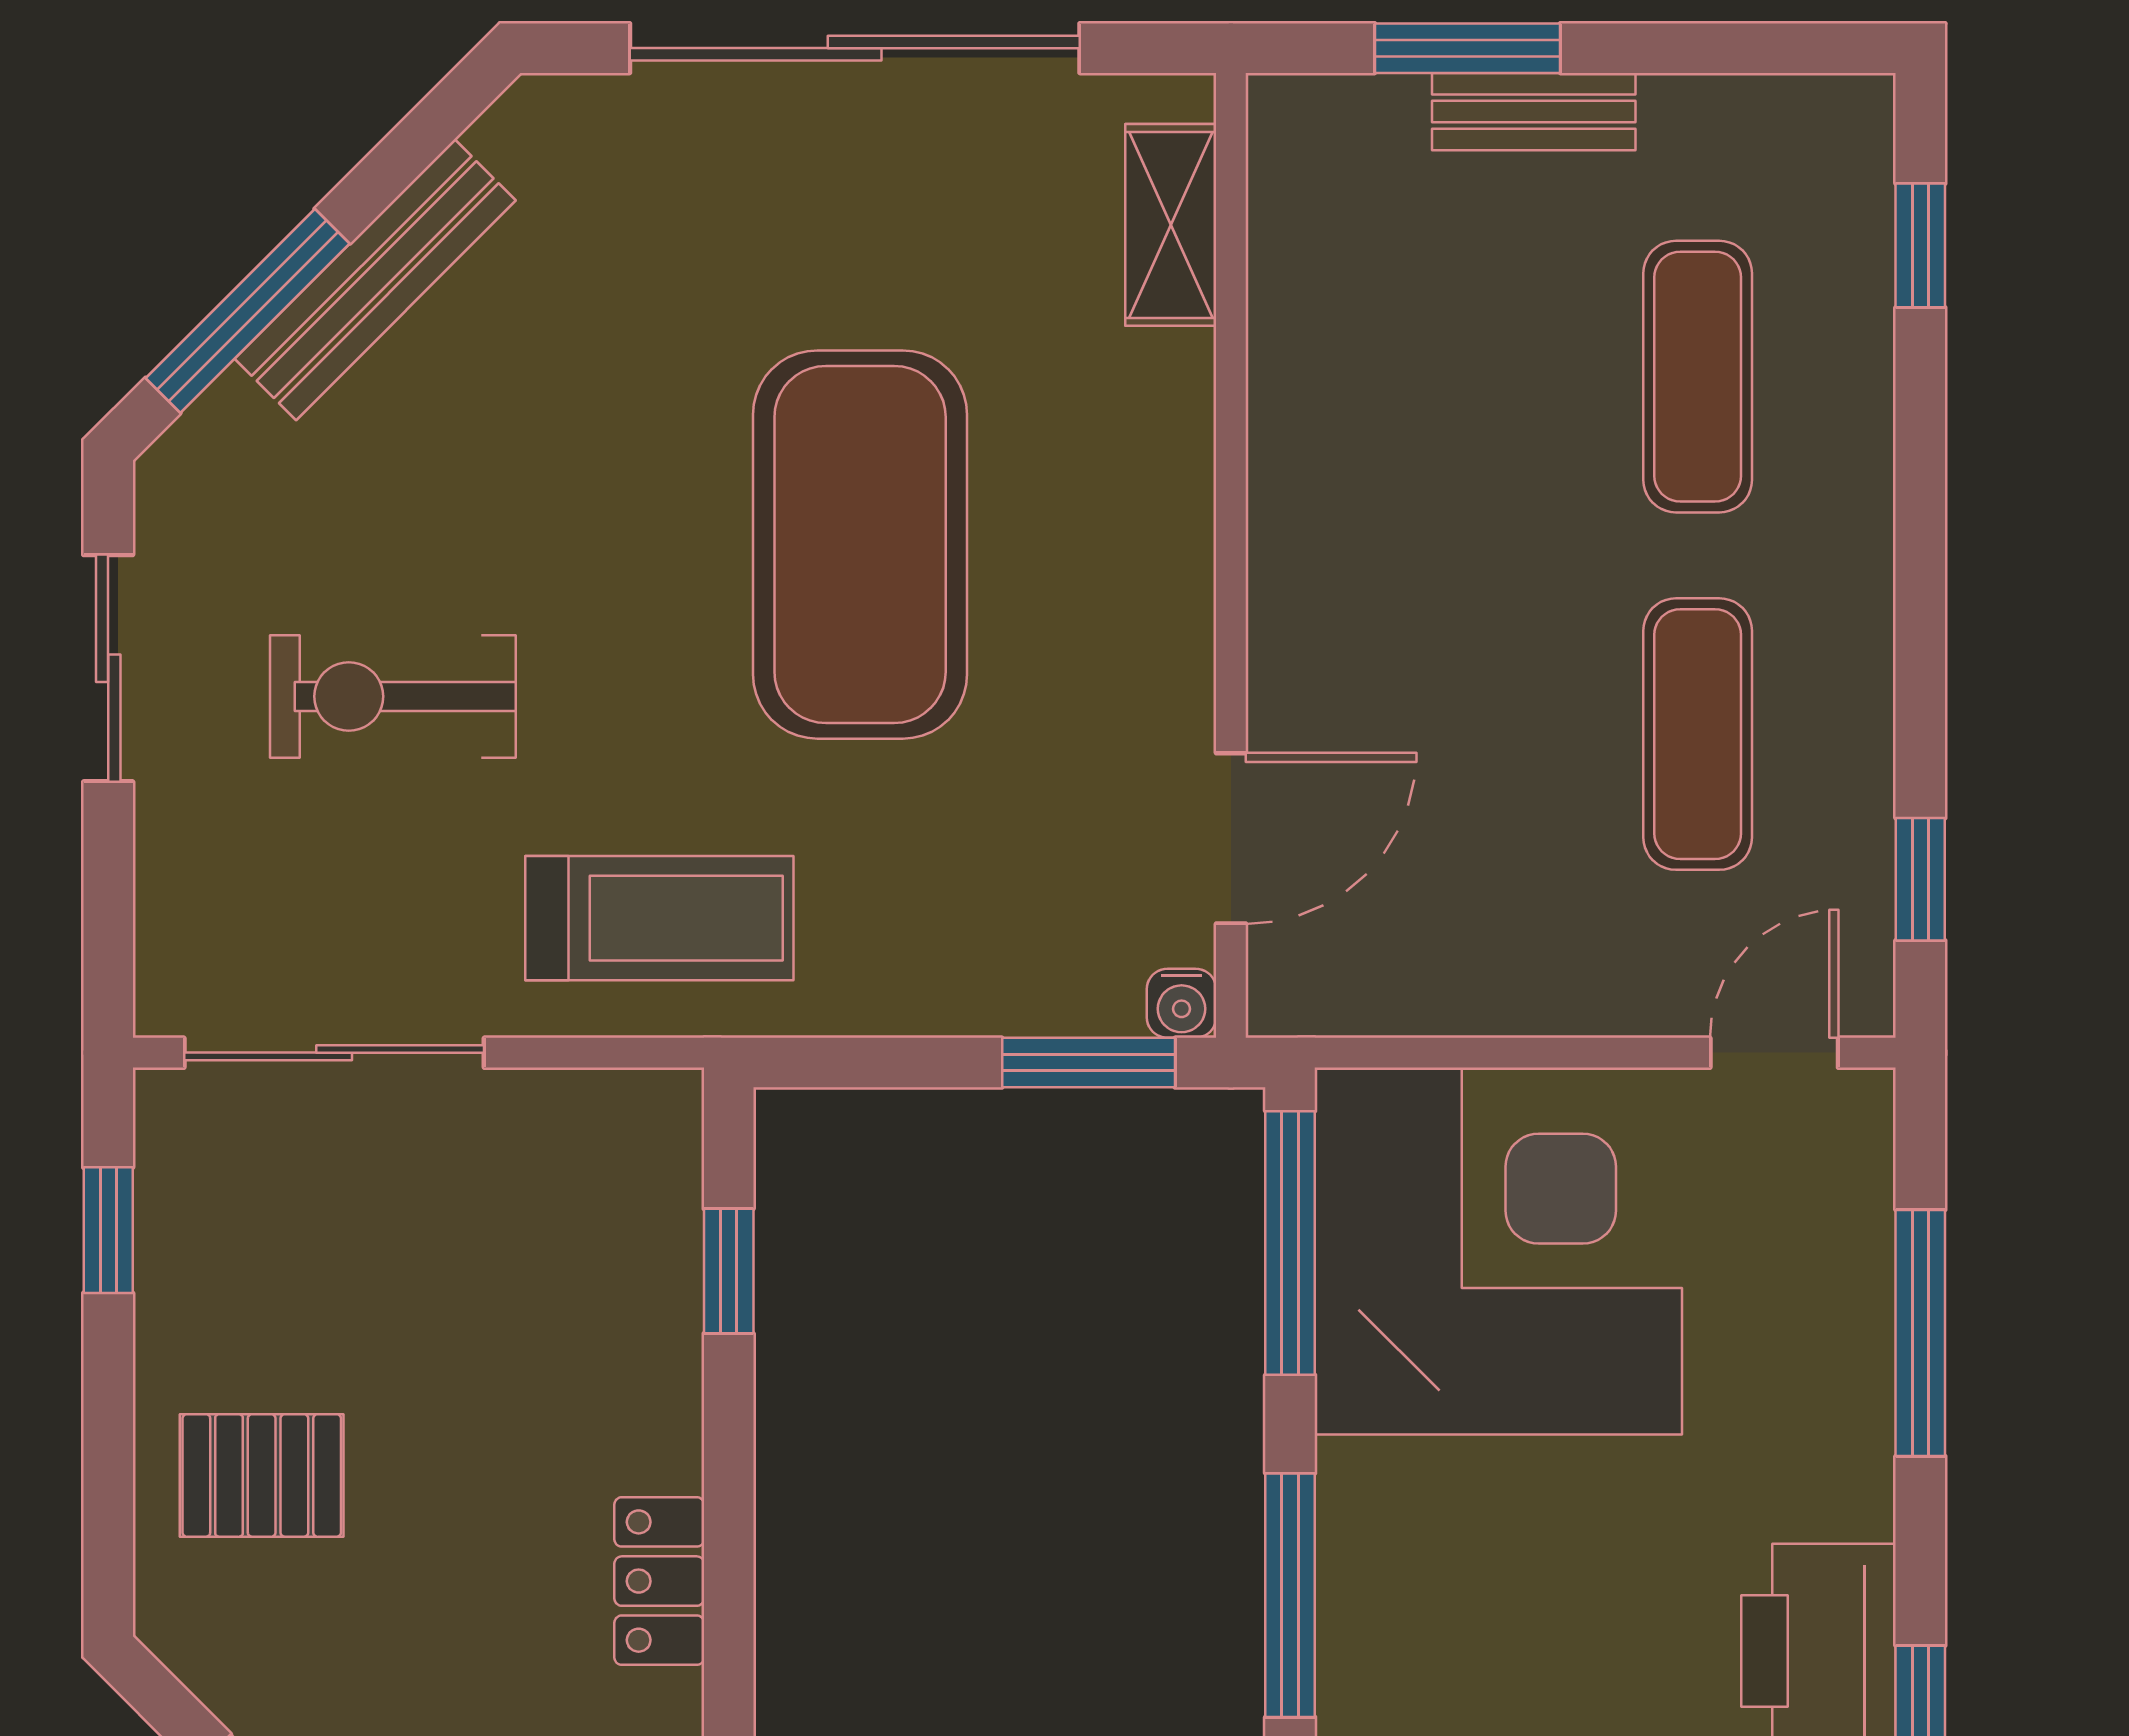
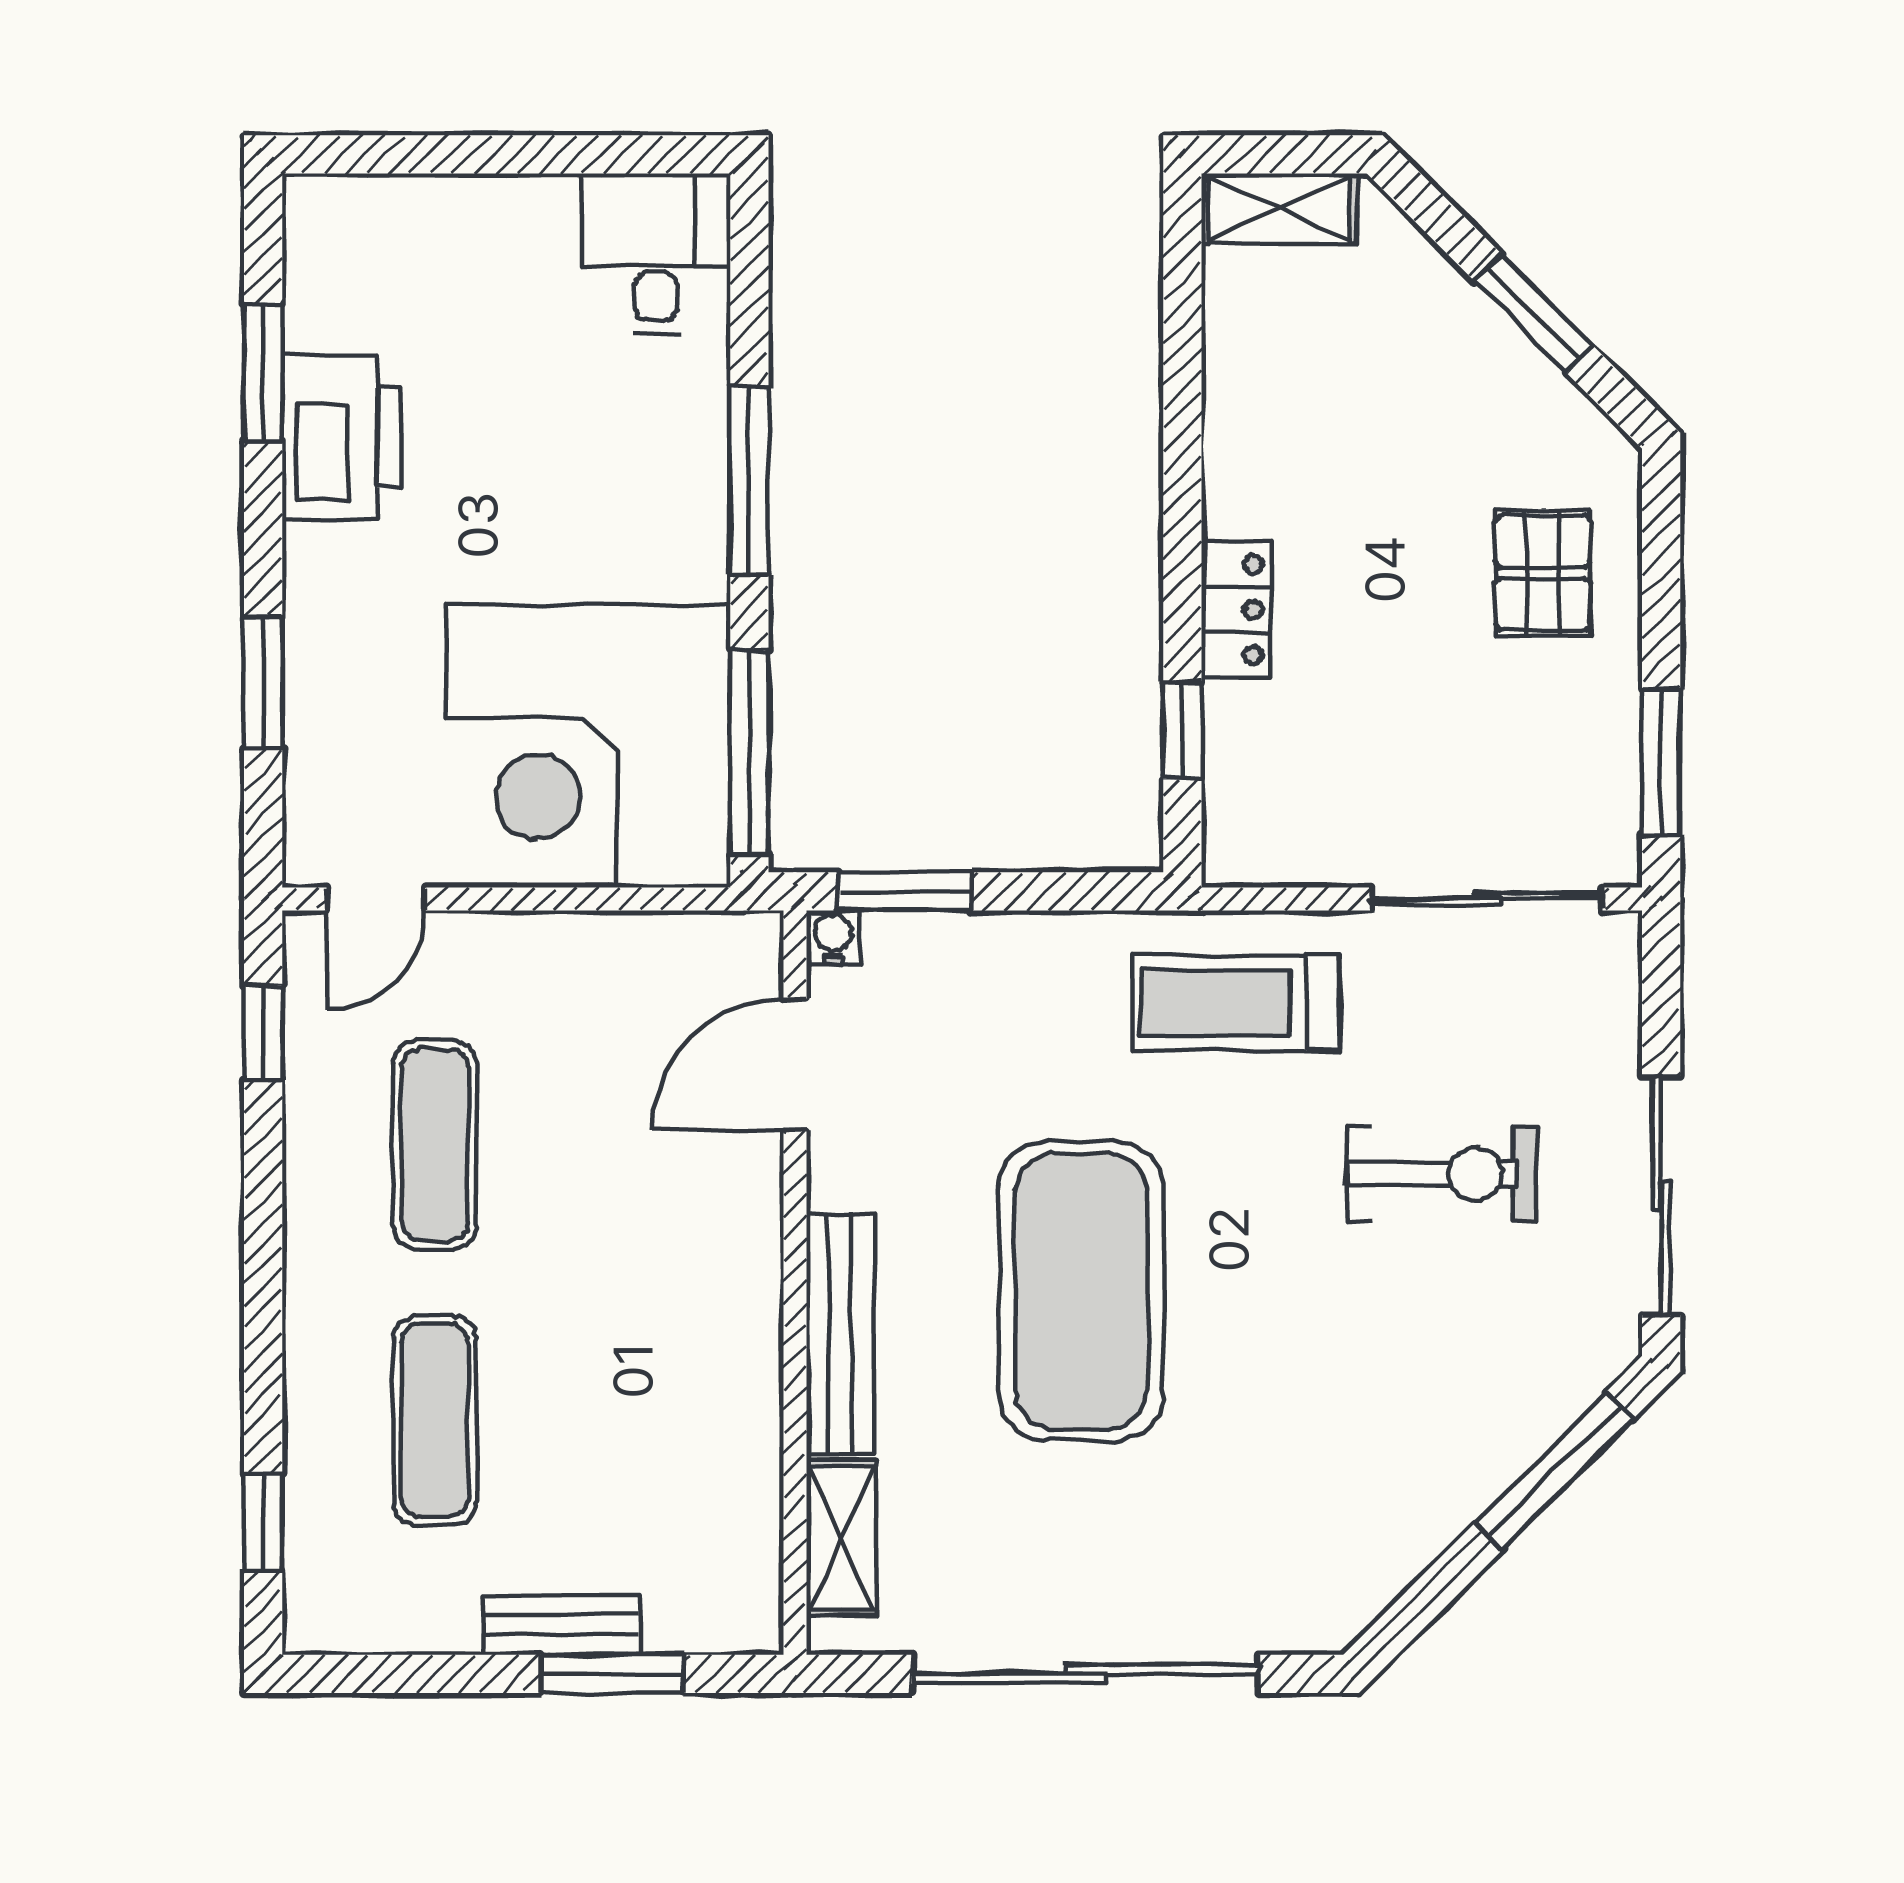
bench: (375, 280) -> (840, 1334), moved, turned -45
sliding door: (108, 668) -> (1661, 1196), width x1.37
window: (108, 1230) -> (1661, 762), width x1.50
window: (1920, 1333) -> (263, 683), width x0.69
pallet: (262, 1475) -> (1543, 573), turned 90
locker: (659, 1581) -> (1236, 610), moved

